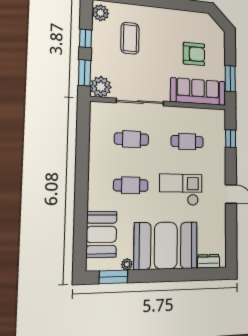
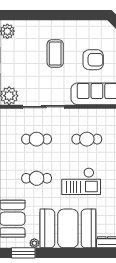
coffee table: (130, 38) -> (55, 53), moved
checkout: (181, 190) -> (81, 181), turned 180

